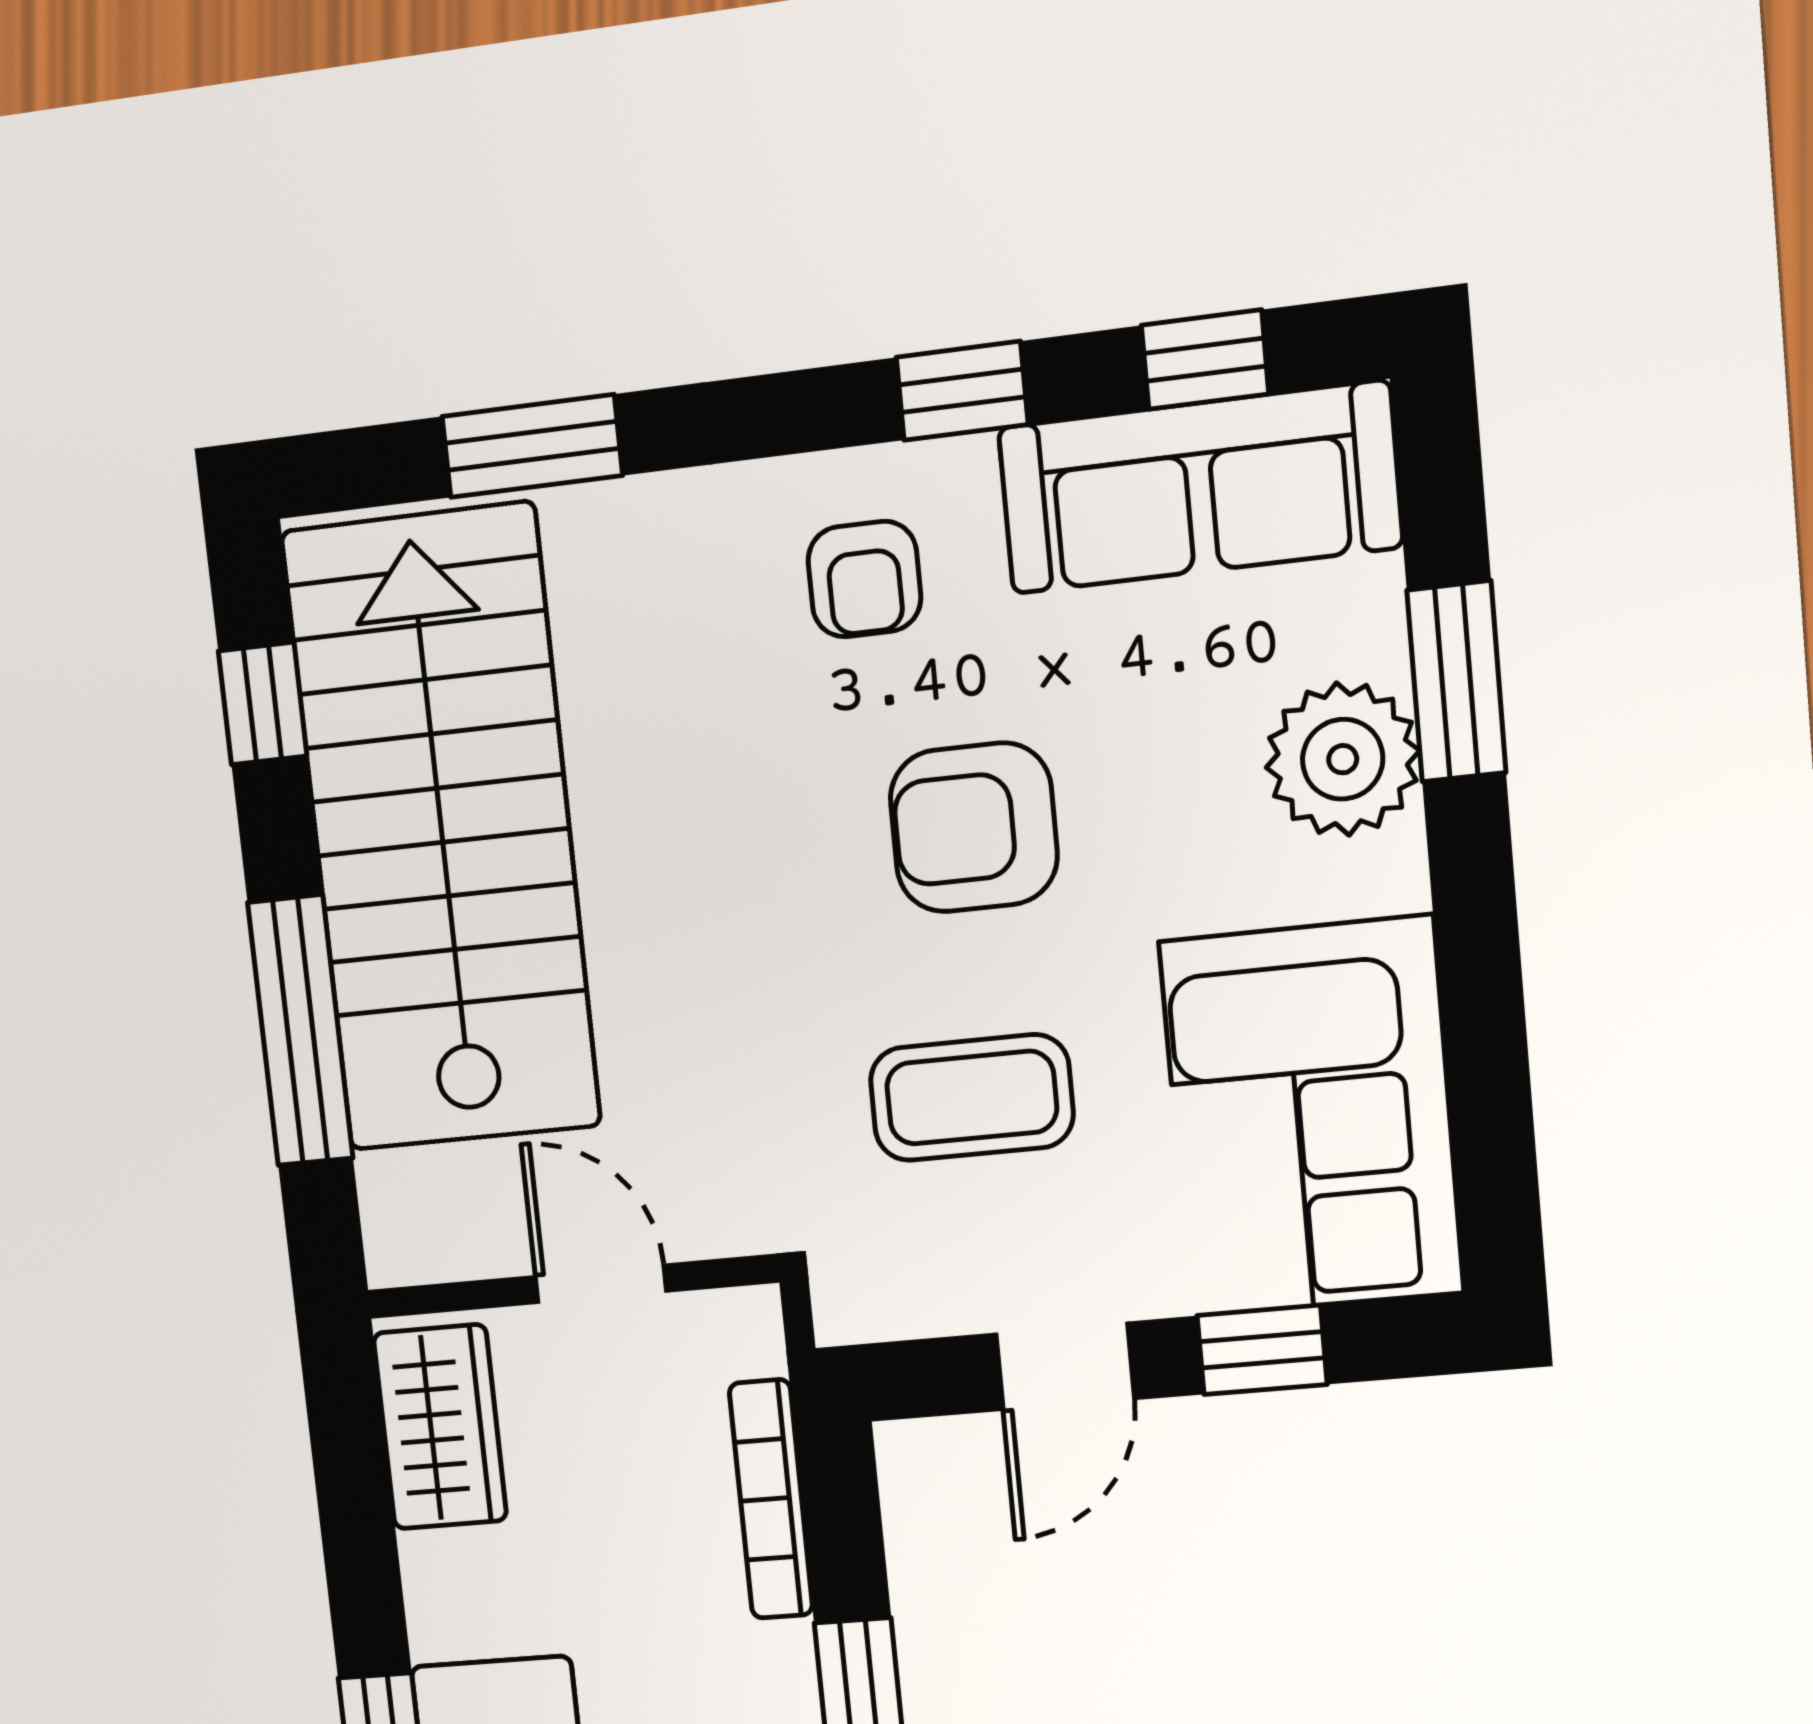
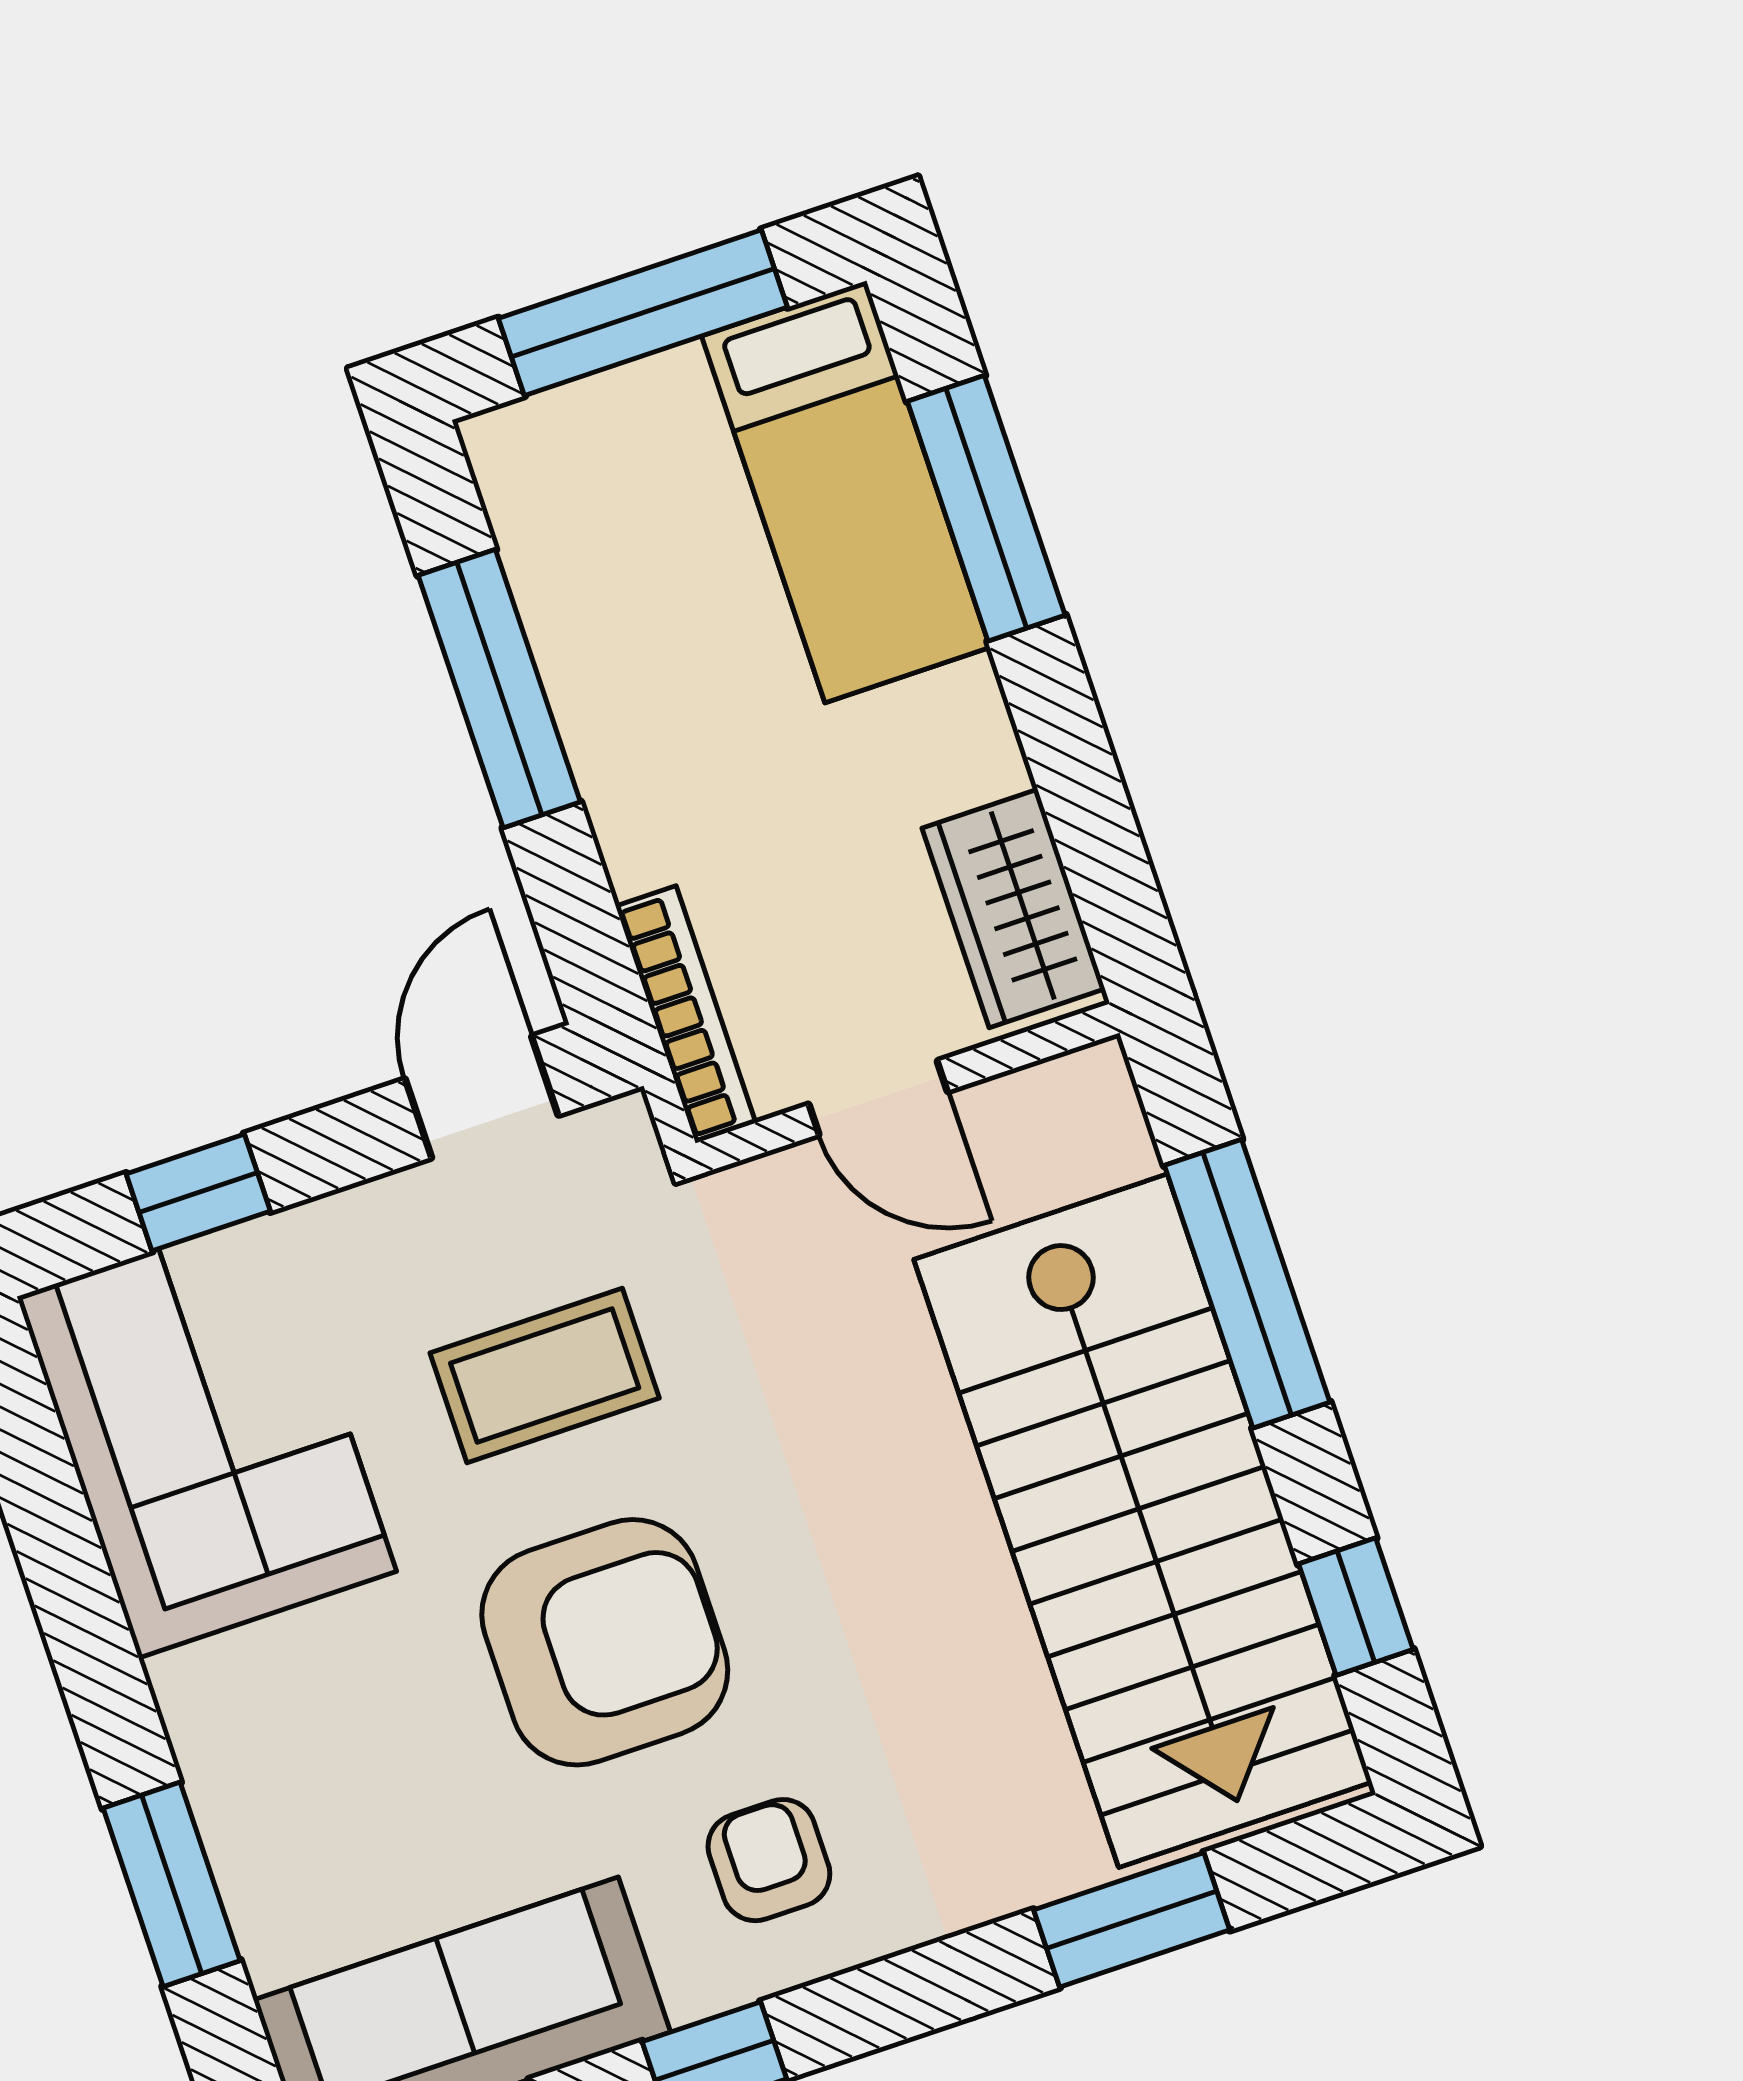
plant: (1343, 759) -> (262, 1787), removed
armchair: (974, 827) -> (605, 1642), width x1.36, depth x1.36
door: (1065, 1366) -> (482, 1097), moved
bookcase: (771, 1499) -> (686, 1014), moved

